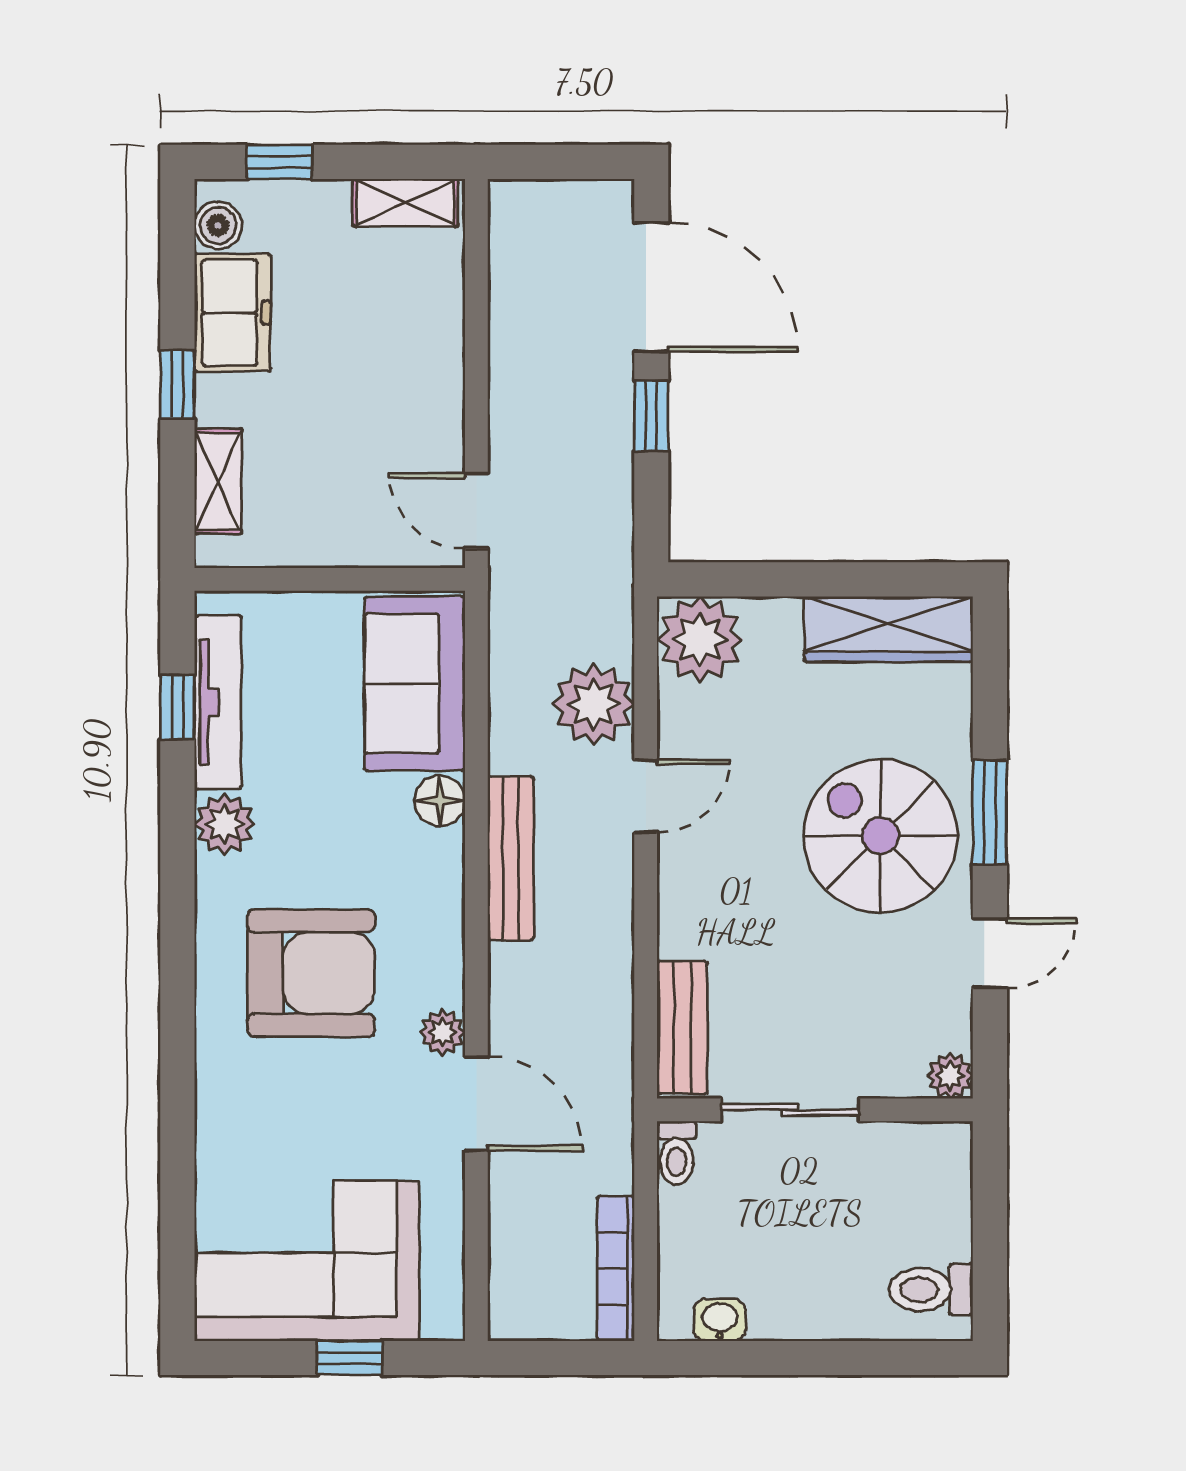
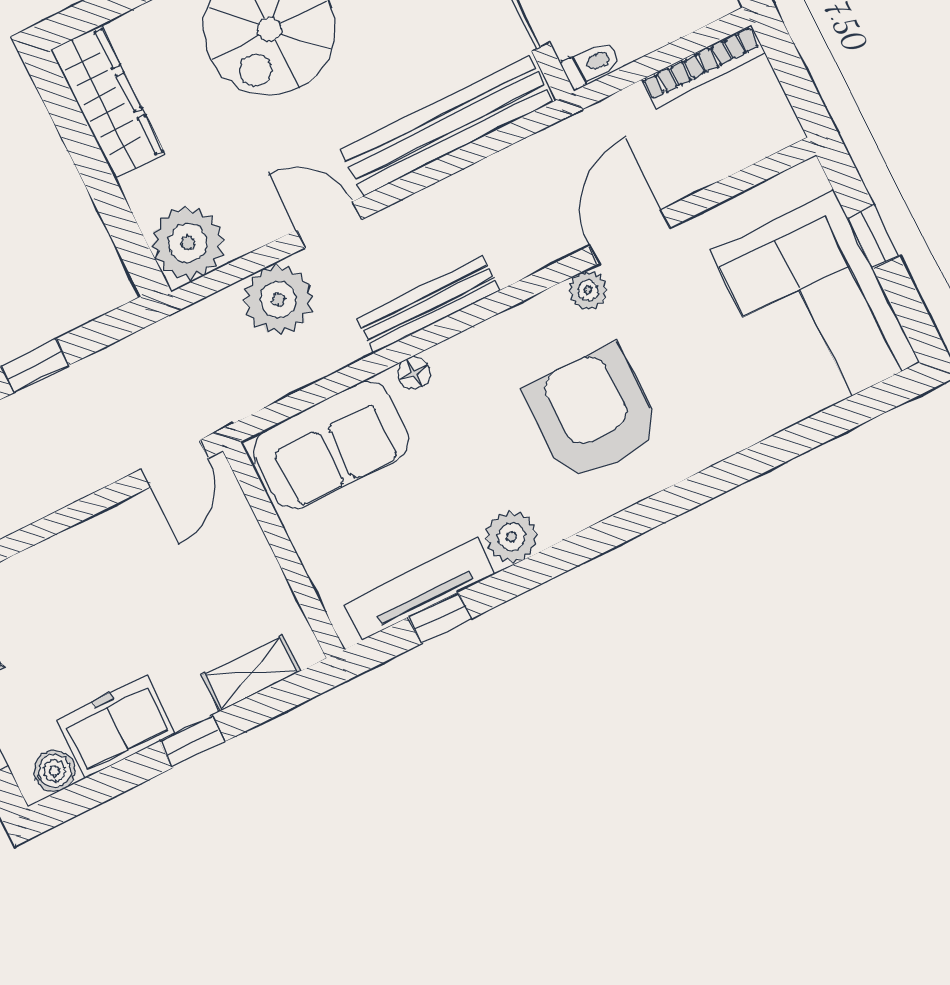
floor lamp: (440, 801) -> (414, 373), width x0.73, depth x0.73
bench: (682, 1027) -> (446, 126), width x1.86, depth x1.21

